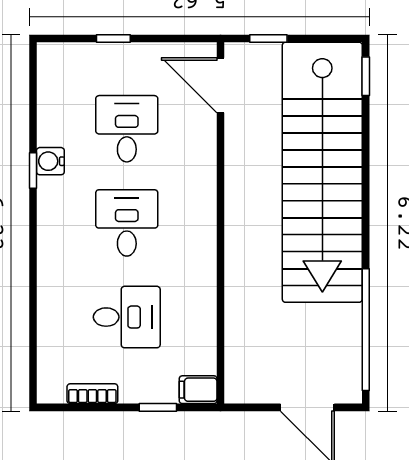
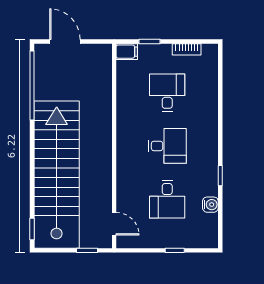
door: (221, 85) -> (114, 224), width x0.73
water cooler: (50, 161) -> (210, 205), moved
desk: (127, 223) -> (167, 146), turned -90
desk: (127, 317) -> (167, 93), turned 90

